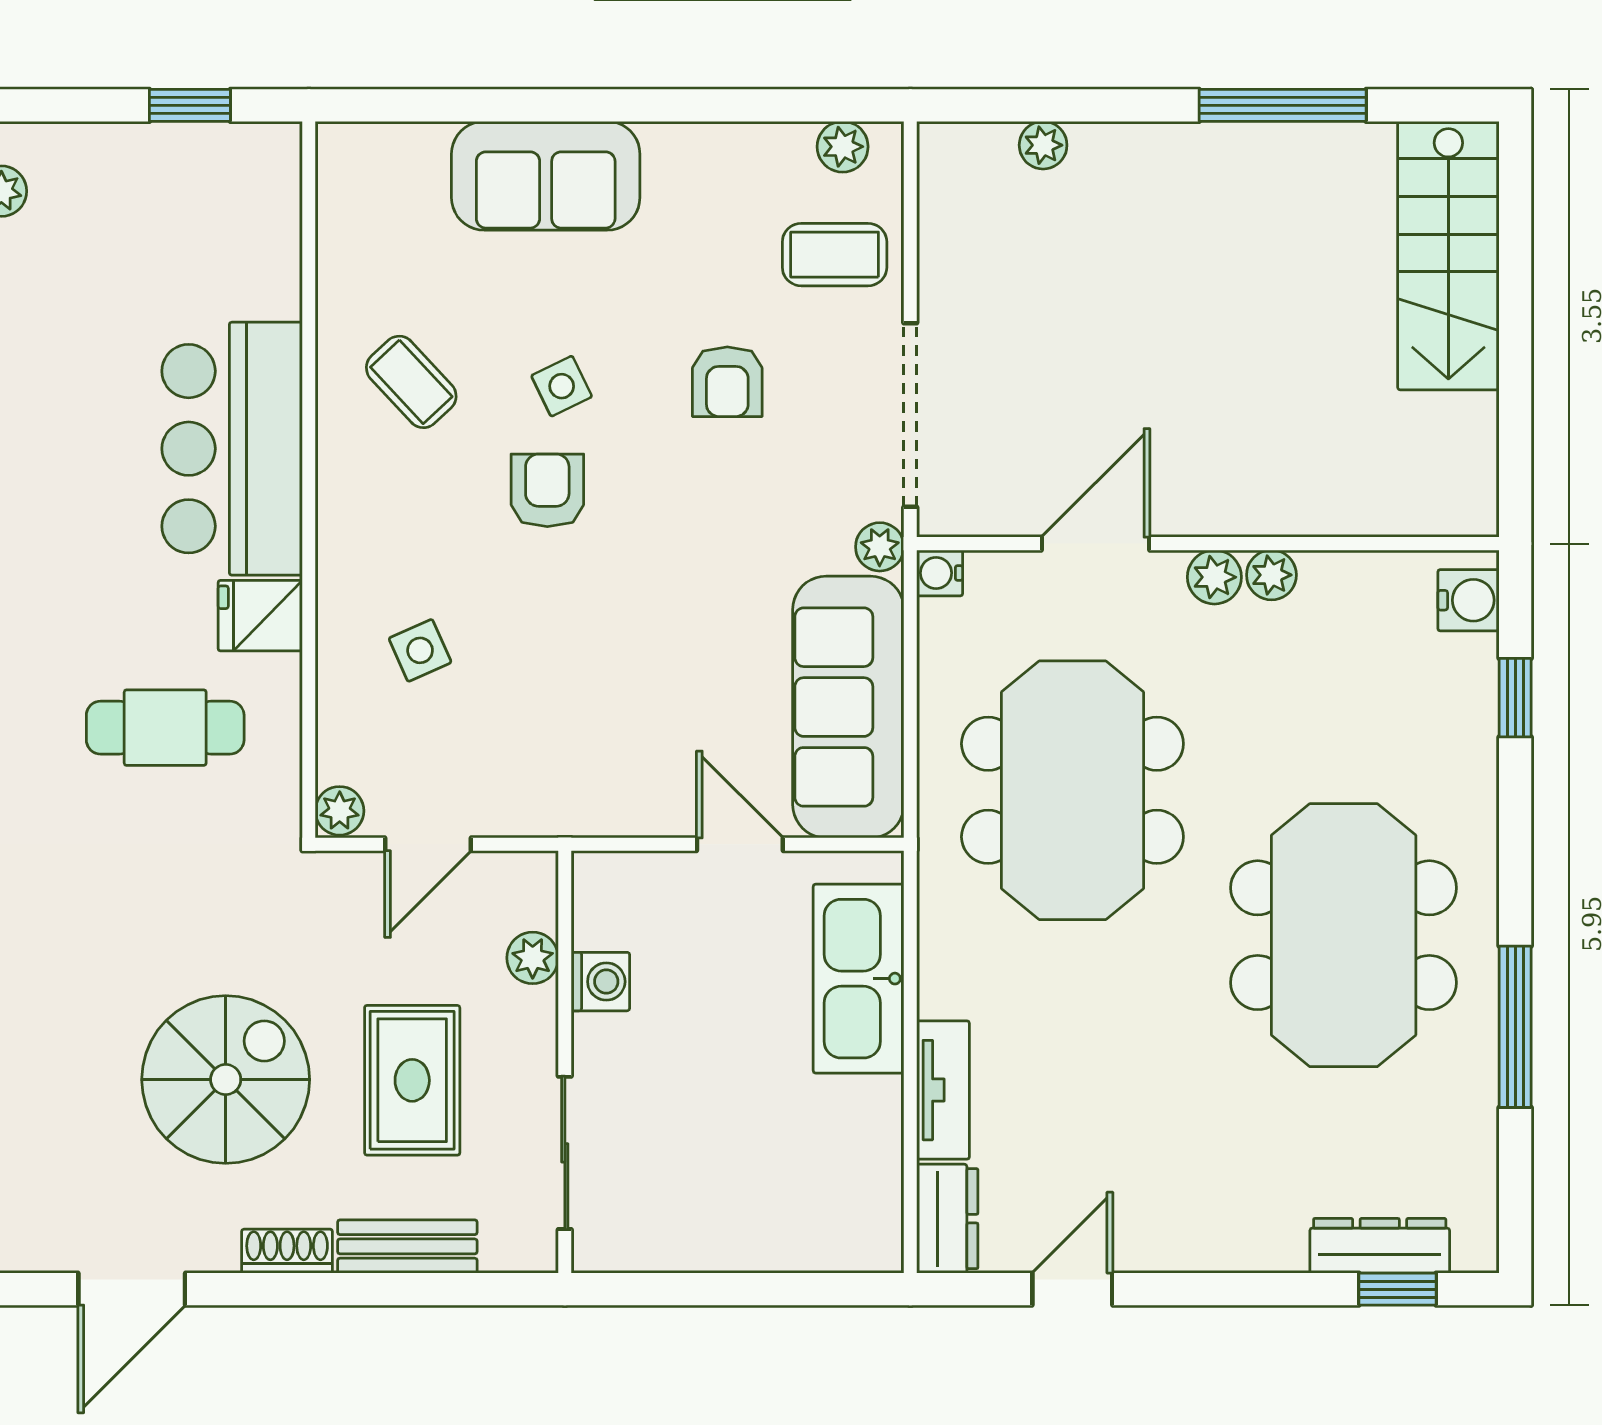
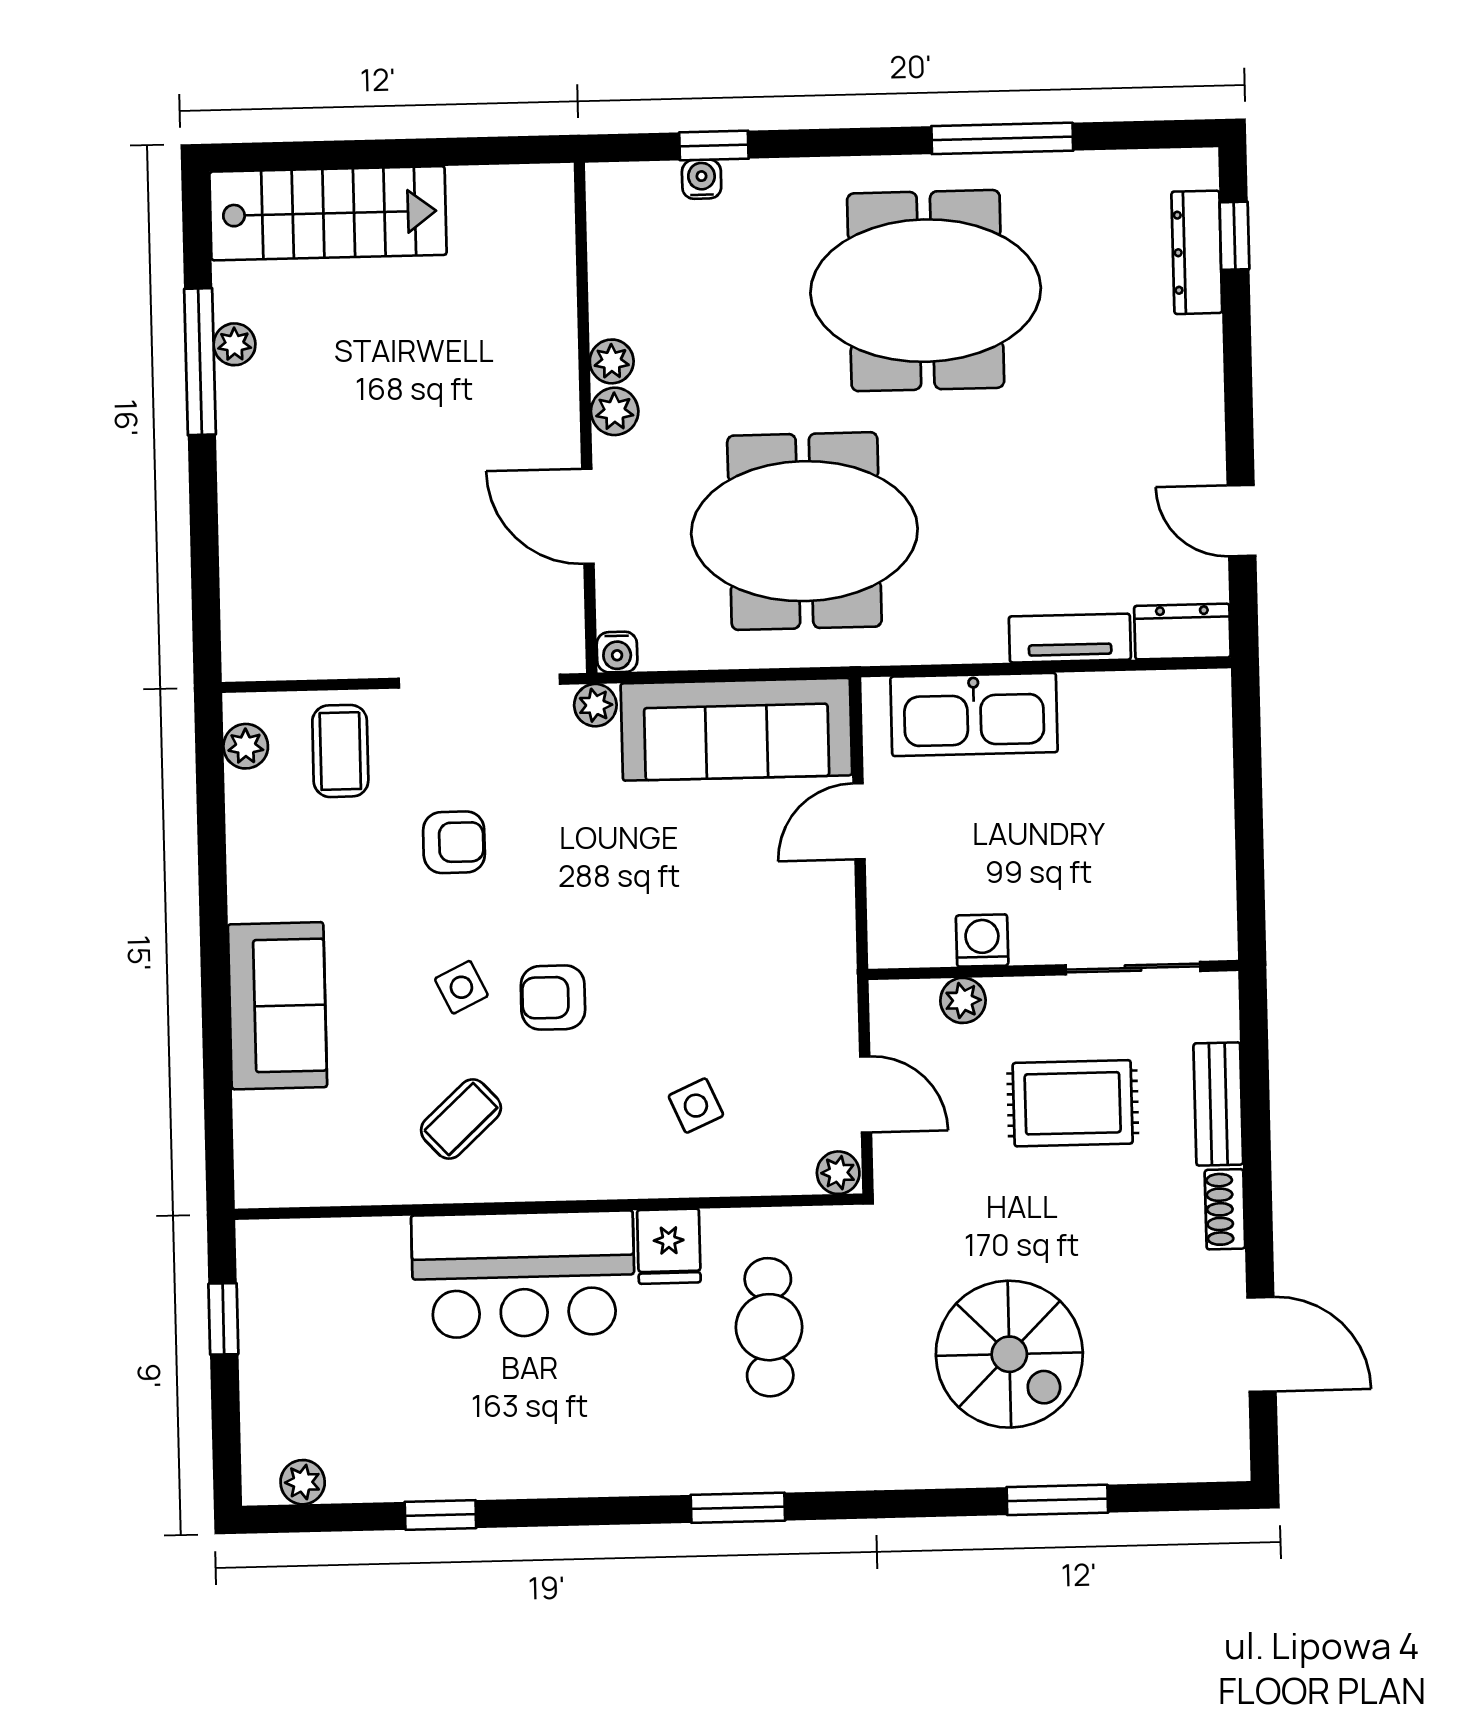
plant: (1043, 145) -> (234, 344), moved
water cooler: (1468, 600) -> (702, 179), moved, width x0.72, depth x0.72
spiral stairs: (226, 1080) -> (1009, 1354), moved, turned 180

